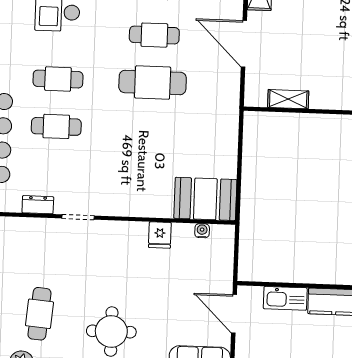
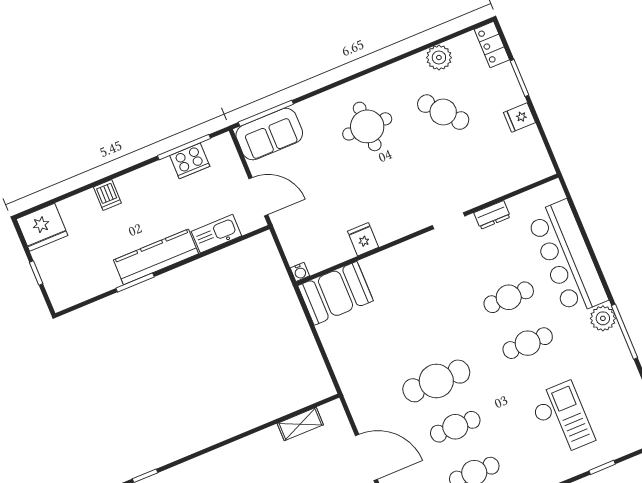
water cooler: (202, 231) -> (300, 272), moved
cafe table: (39, 314) -> (443, 112), turned -46

